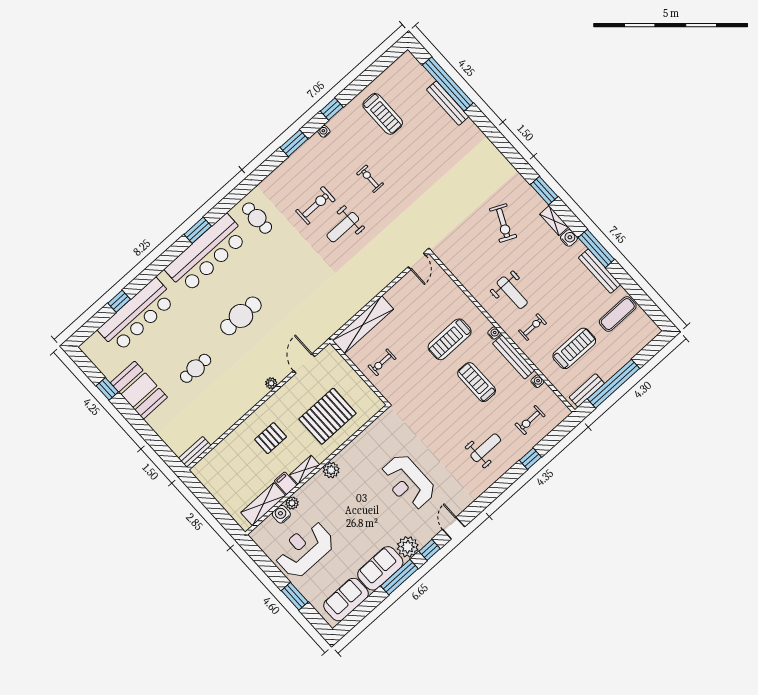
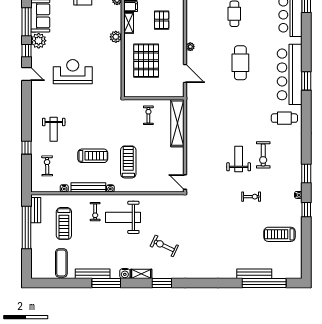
weight bench: (512, 293) -> (123, 217), width x1.36, depth x1.33

